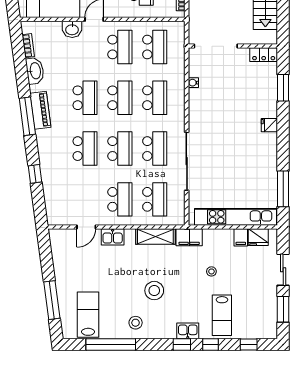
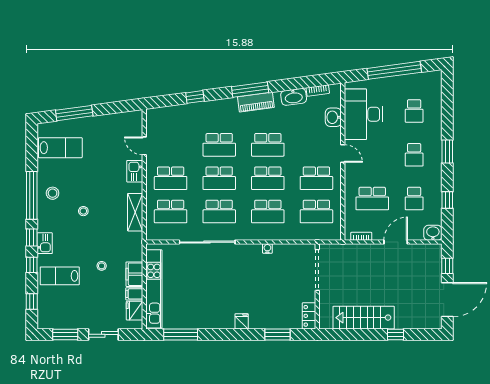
washbasin: (72, 29) -> (333, 117), moved
water cooler: (193, 83) -> (267, 248), moved
filing cabinet: (189, 237) -> (134, 274), moved
stool: (154, 291) -> (83, 211), width x0.53, depth x0.53
window: (111, 345) -> (32, 195), moved

